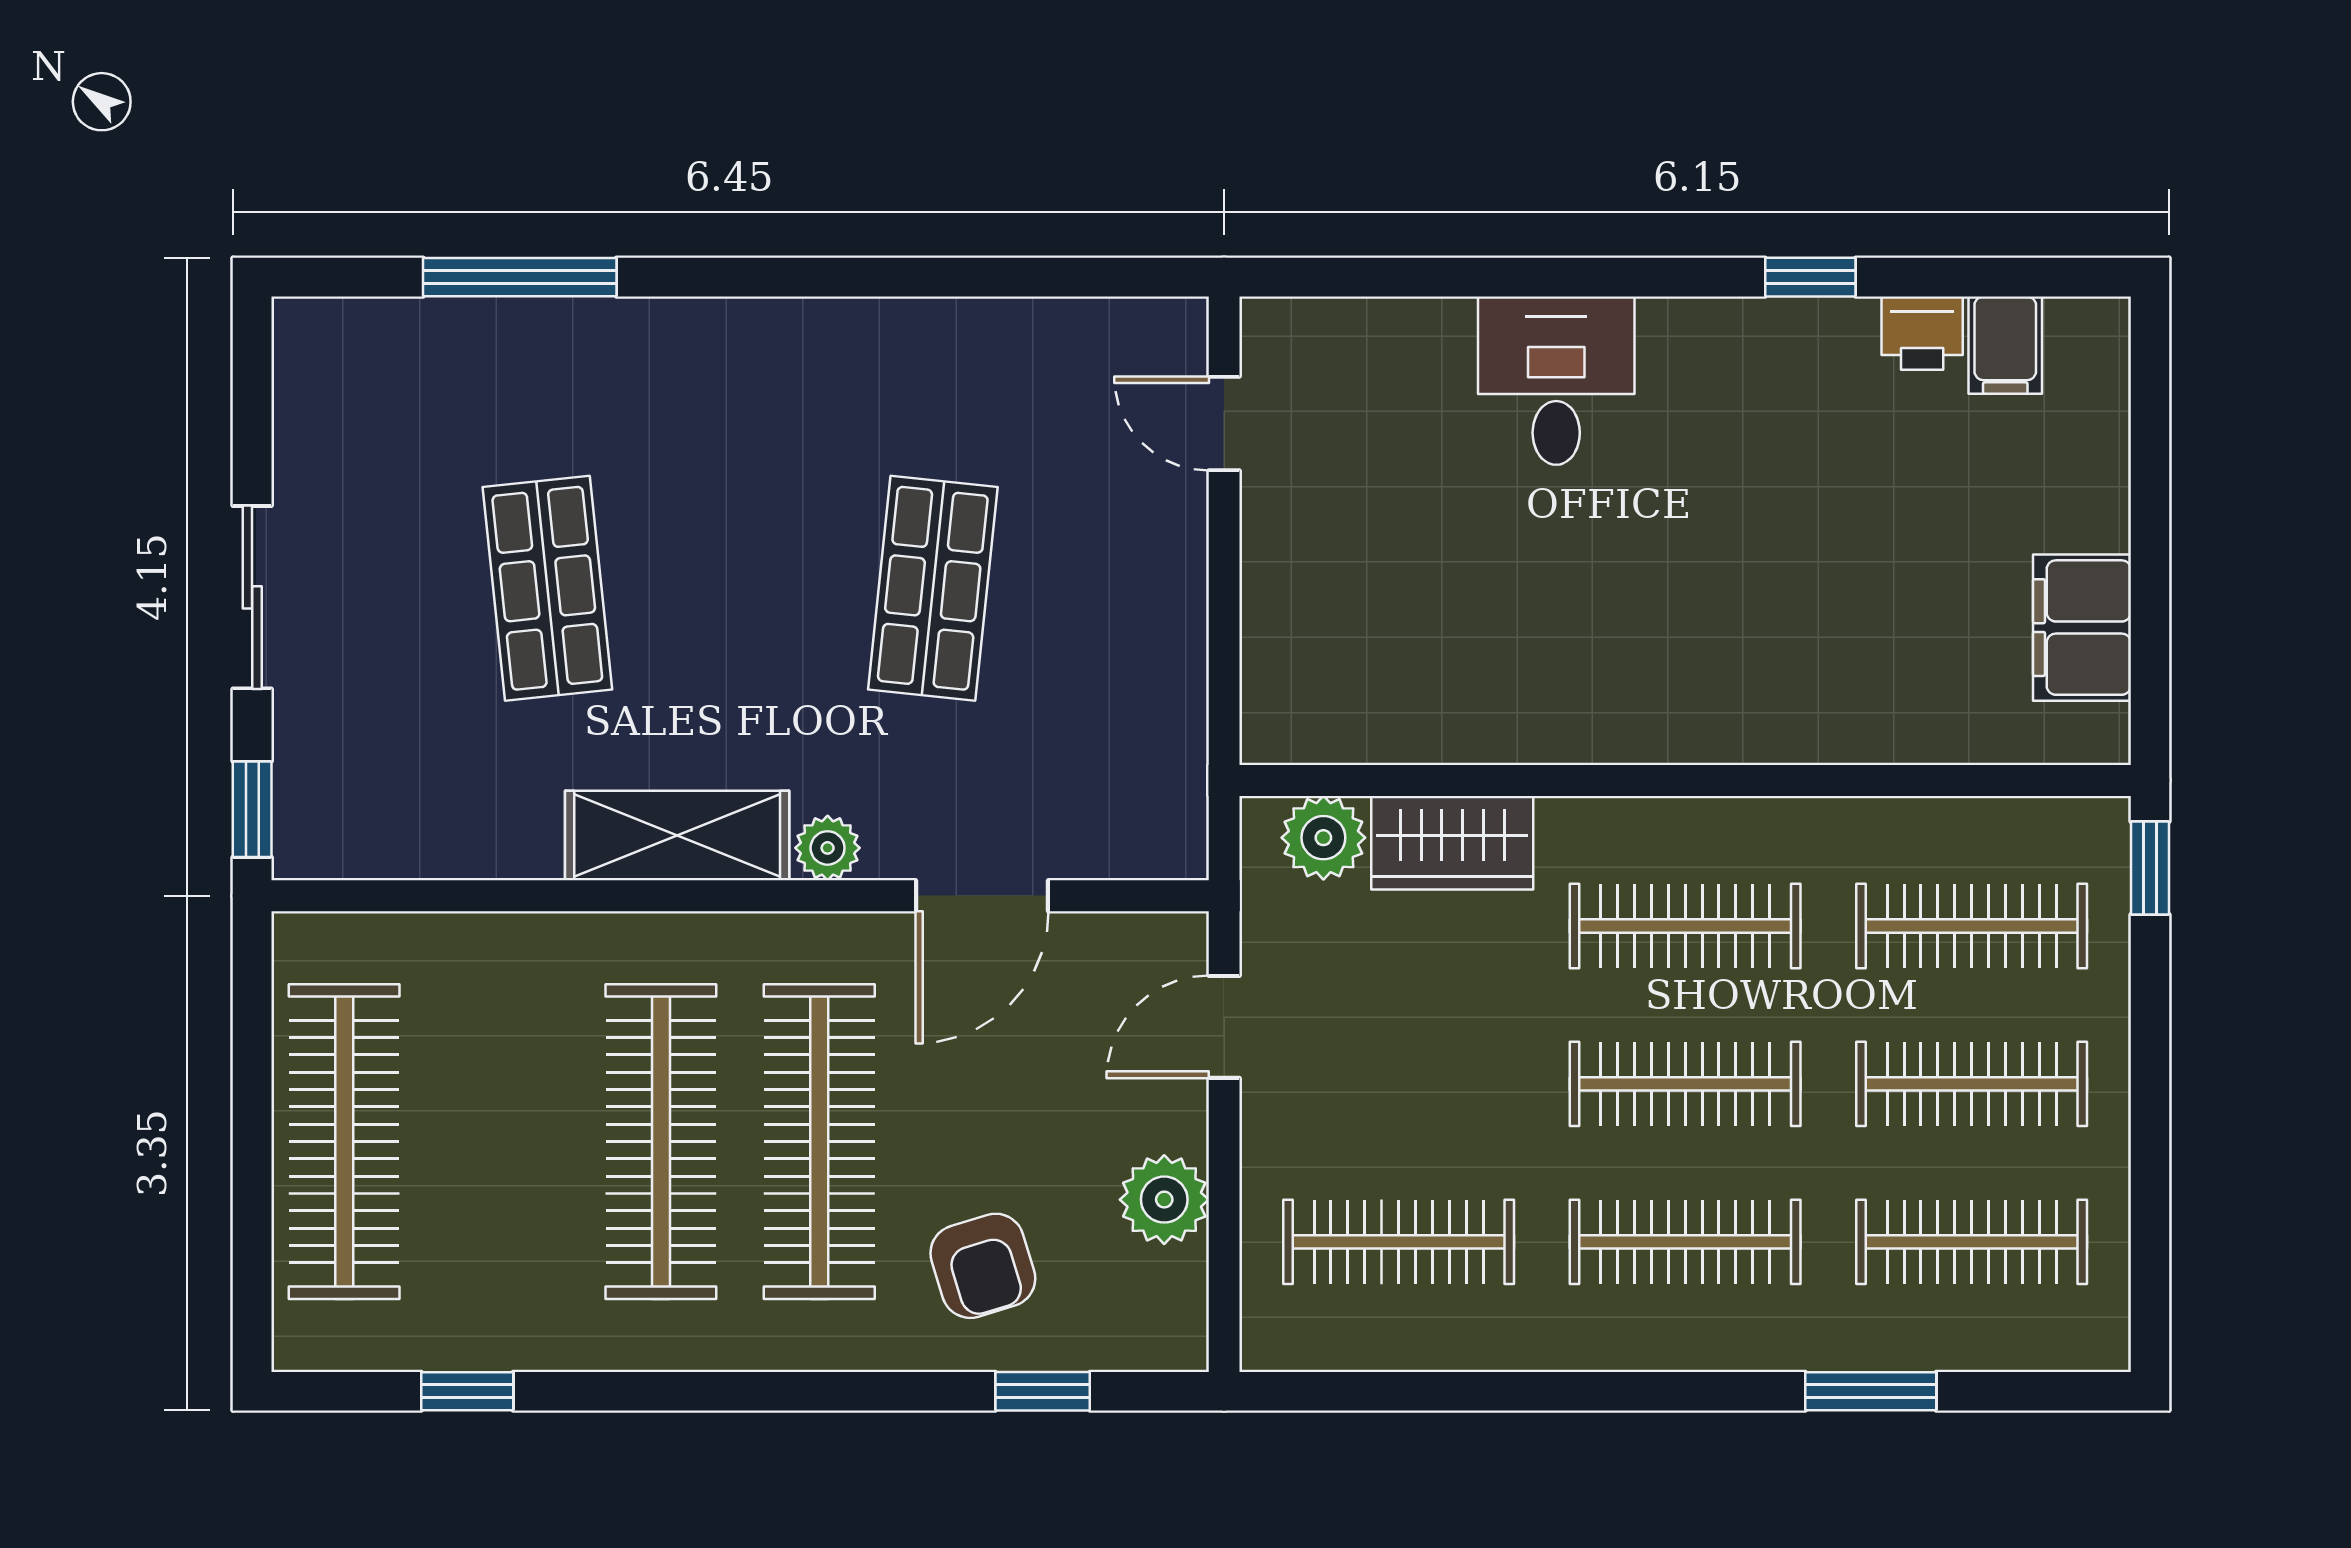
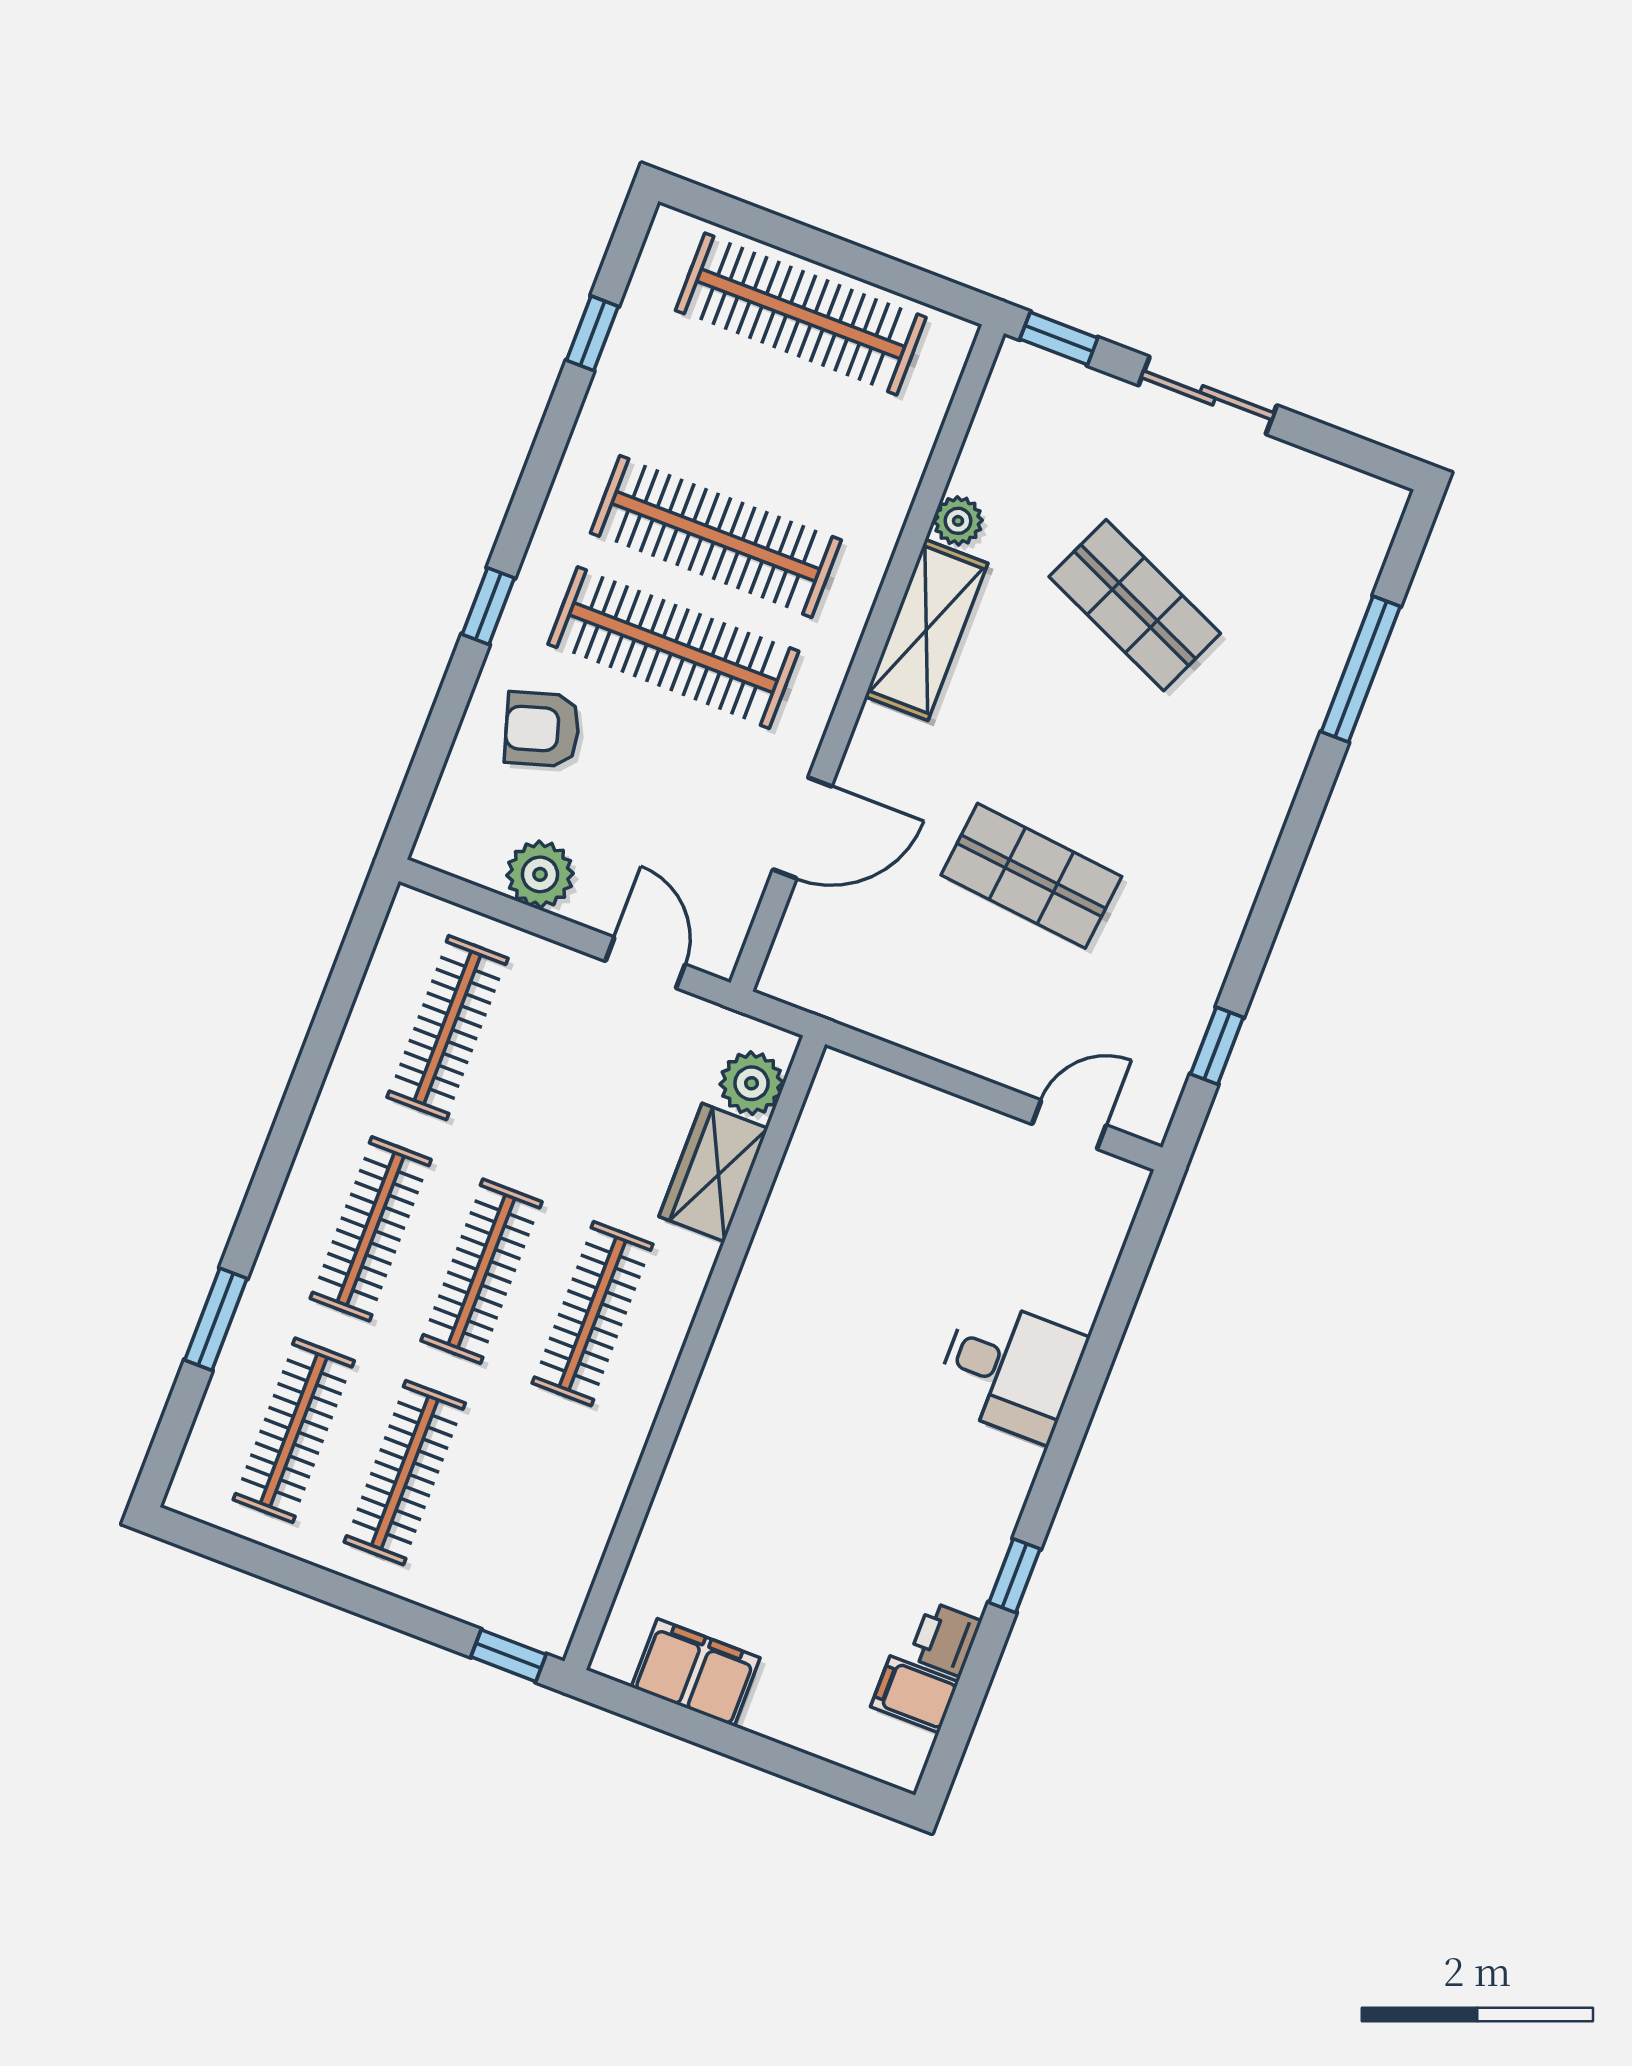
window: (1056, 277) -> (1217, 1046), added
shop shelf: (547, 588) -> (1135, 605), turned 30
plant: (828, 848) -> (958, 521), moved
door: (982, 896) -> (802, 828), swing flipped
clothes rail: (1972, 926) -> (516, 1515), removed
window: (1043, 1391) -> (488, 606), moved

